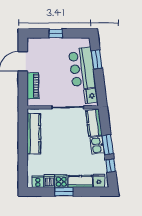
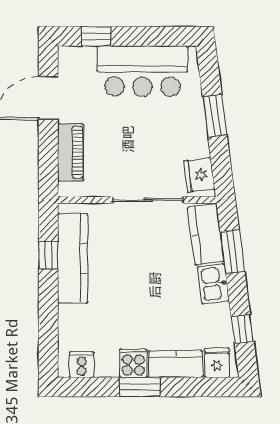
window: (56, 33) -> (96, 36), moved
window: (97, 59) -> (215, 116), moved
bar counter: (82, 68) -> (142, 71), moved, turned -83
window: (23, 132) -> (48, 255), added
window: (108, 145) -> (232, 252), moved
dishwasher: (49, 181) -> (107, 363), removed

